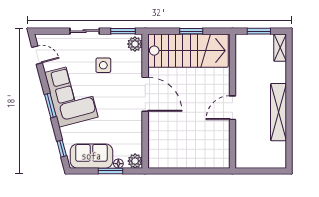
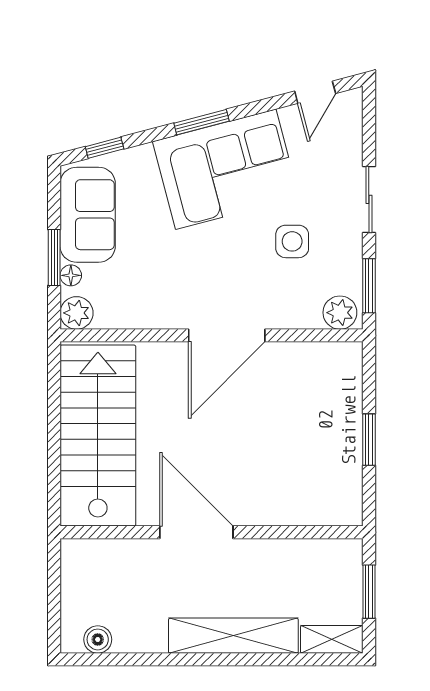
stairs: (188, 51) -> (98, 436), moved, turned 180
door: (232, 108) -> (196, 532), width x1.36
shelving: (278, 112) -> (233, 636), moved
boiler: (280, 152) -> (98, 639), added

